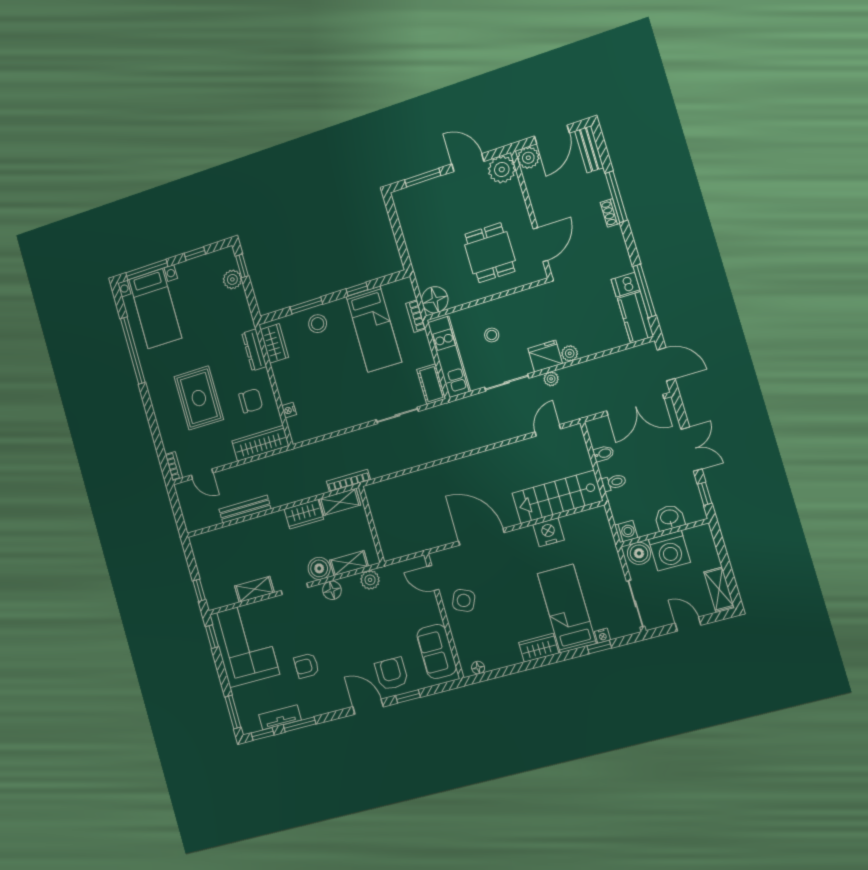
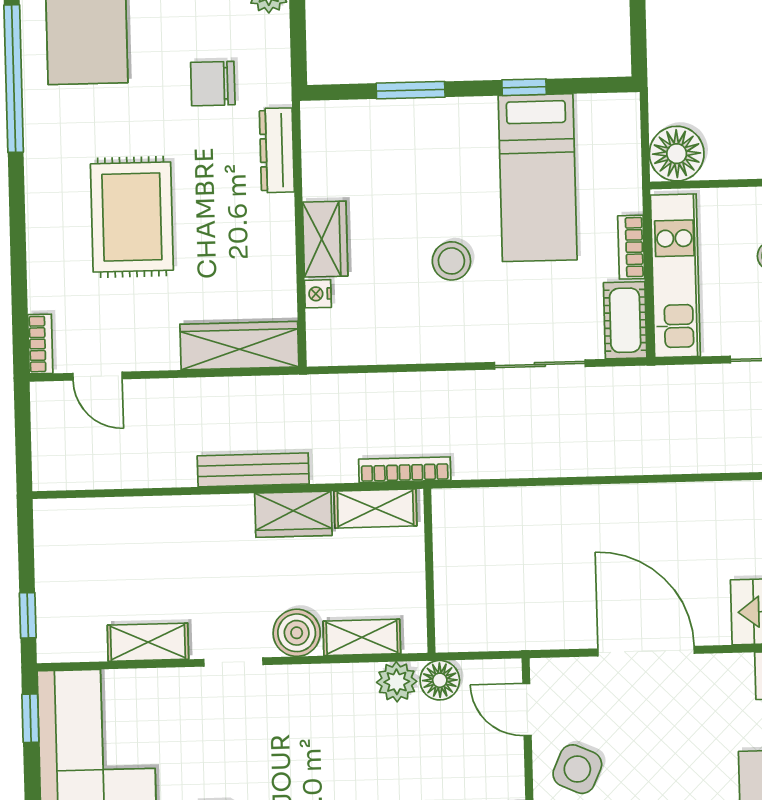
bookcase: (416, 316) -> (631, 247), moved
stool: (318, 324) -> (451, 261), moved
wardrobe: (274, 343) -> (325, 239), moved
chair: (251, 401) -> (213, 84), moved, turned 180
bench: (245, 509) -> (253, 470), moved
floor lamp: (332, 590) -> (440, 680), moved

